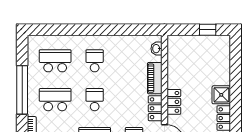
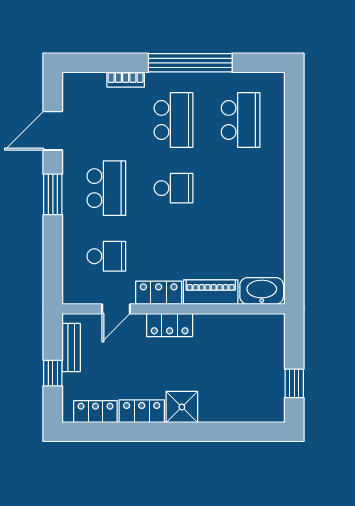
washbasin: (156, 49) -> (262, 291), width x1.91, depth x1.45
school desk: (95, 61) -> (241, 188), removed

